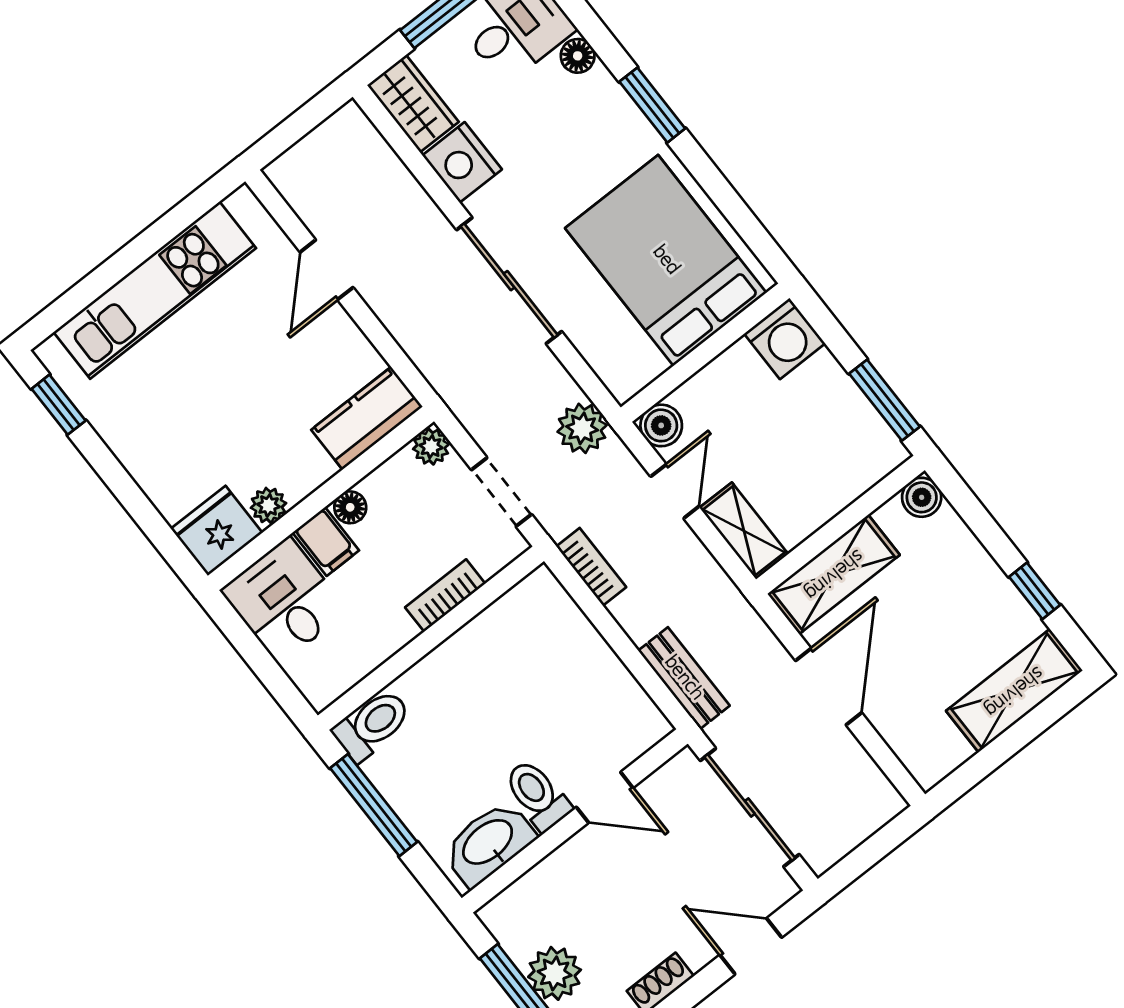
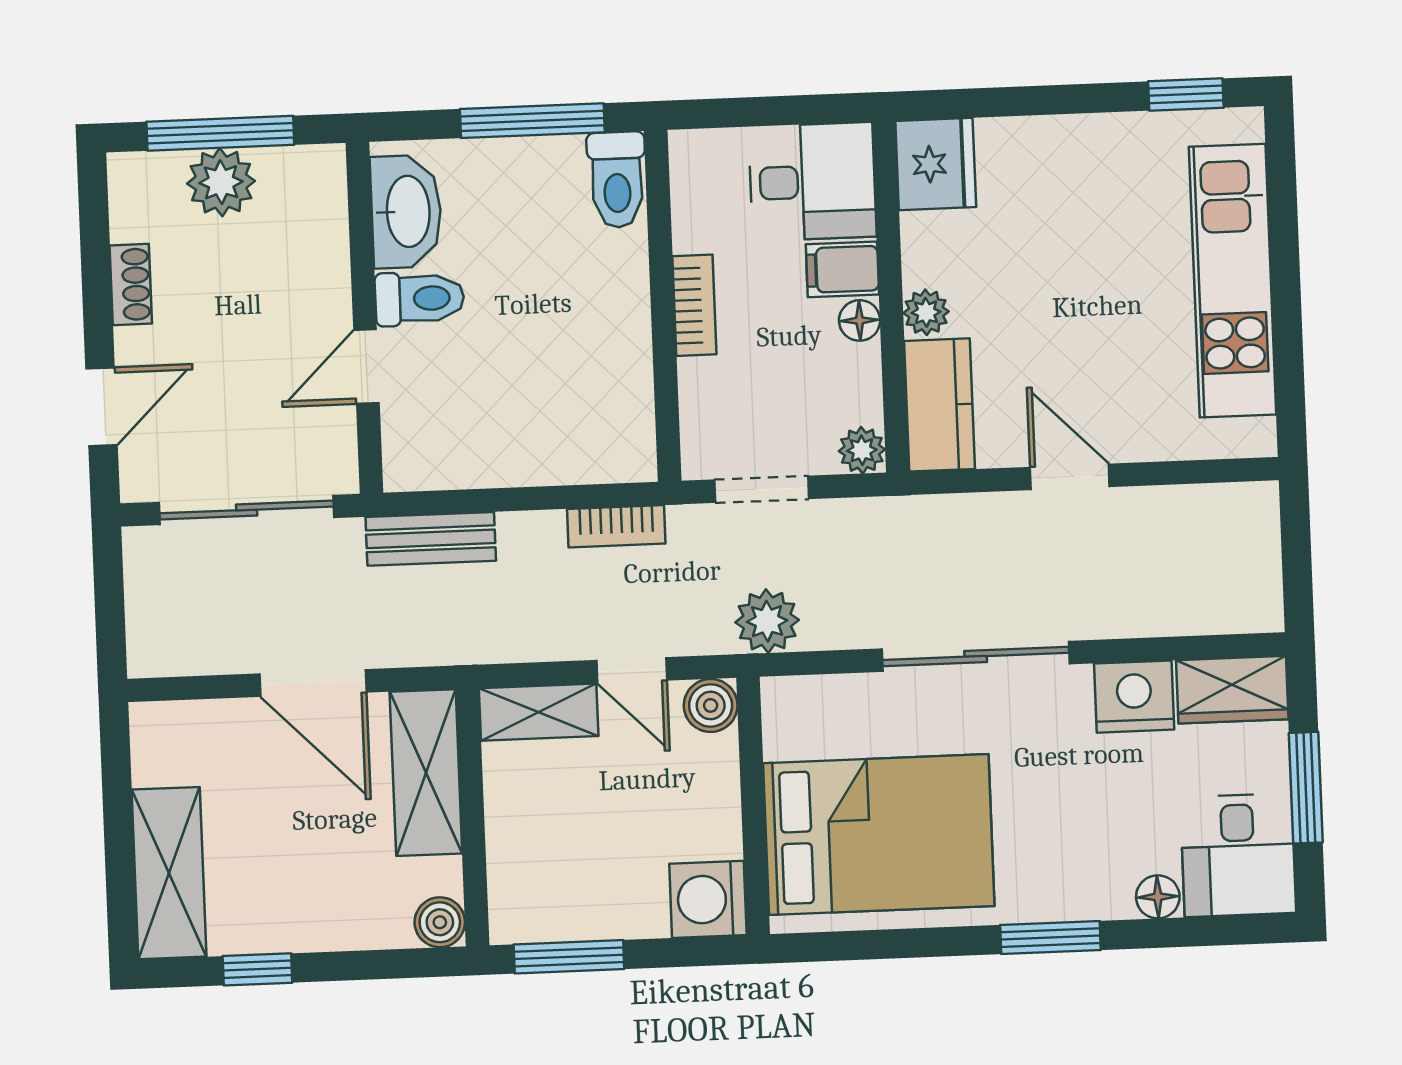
door: (327, 270) -> (1070, 477), moved
plant: (269, 505) -> (926, 312), moved
bookcase: (445, 595) -> (694, 305), moved

